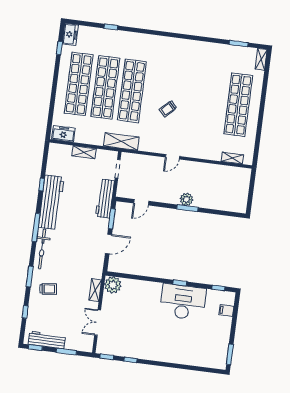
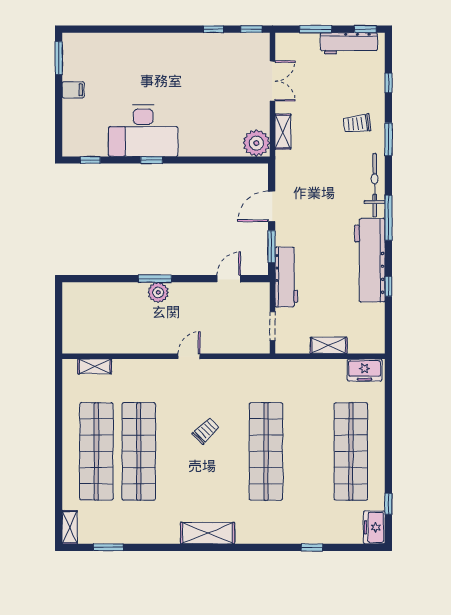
shop shelf: (105, 87) -> (139, 451), moved
shelving: (121, 142) -> (208, 533), moved
filing cabinet: (226, 310) -> (73, 90), moved

